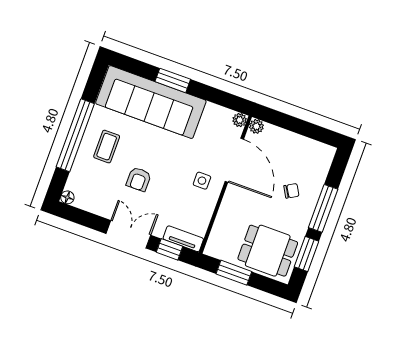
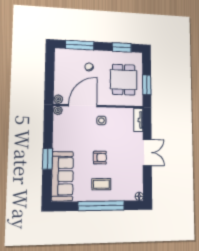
sofa: (151, 102) -> (62, 176), width x0.74, depth x0.79
armchair: (139, 179) -> (100, 158), moved
window: (323, 208) -> (80, 45), moved
double door: (128, 234) -> (147, 152), swing flipped
window: (170, 249) -> (147, 126), removed
dining table: (268, 251) -> (124, 80), moved

